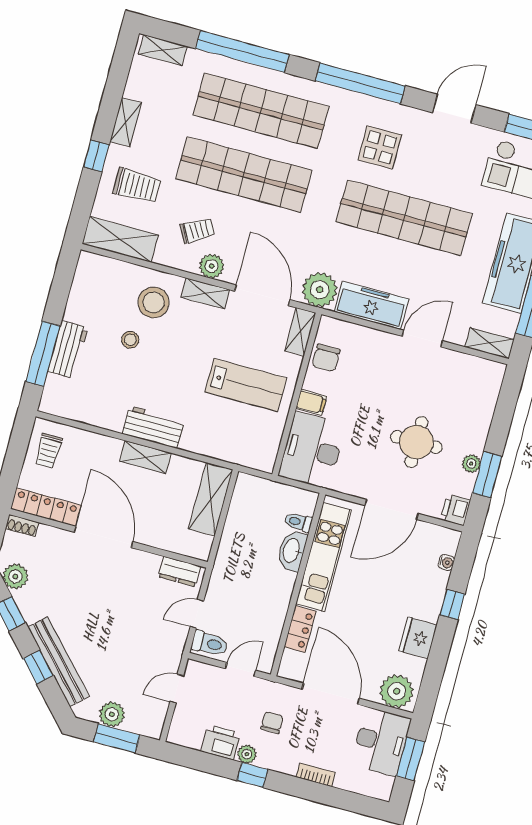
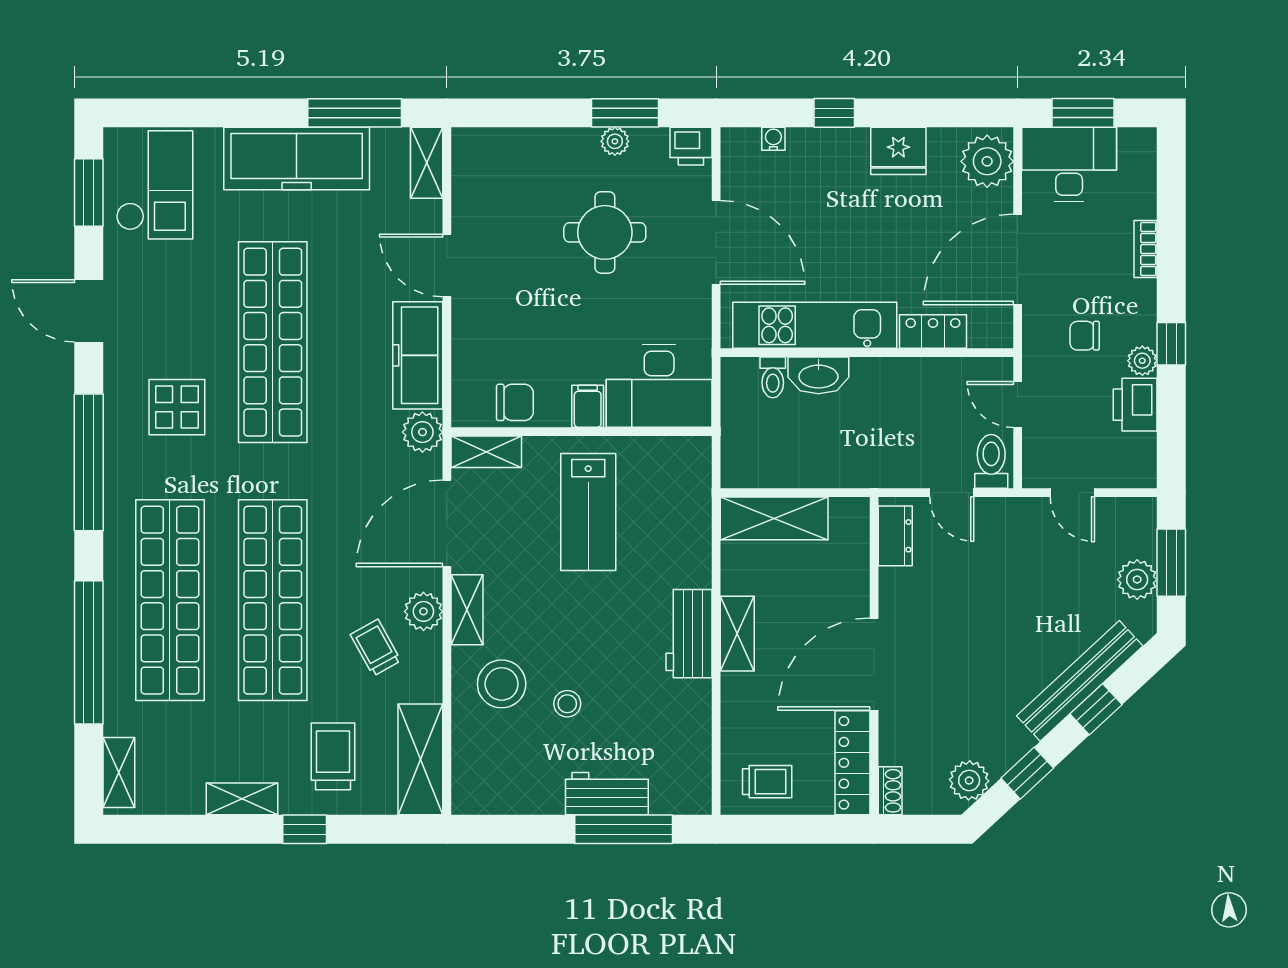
plant: (320, 290) -> (422, 432), width x0.73, depth x0.73
lab bench: (246, 385) -> (588, 512), turned 180

